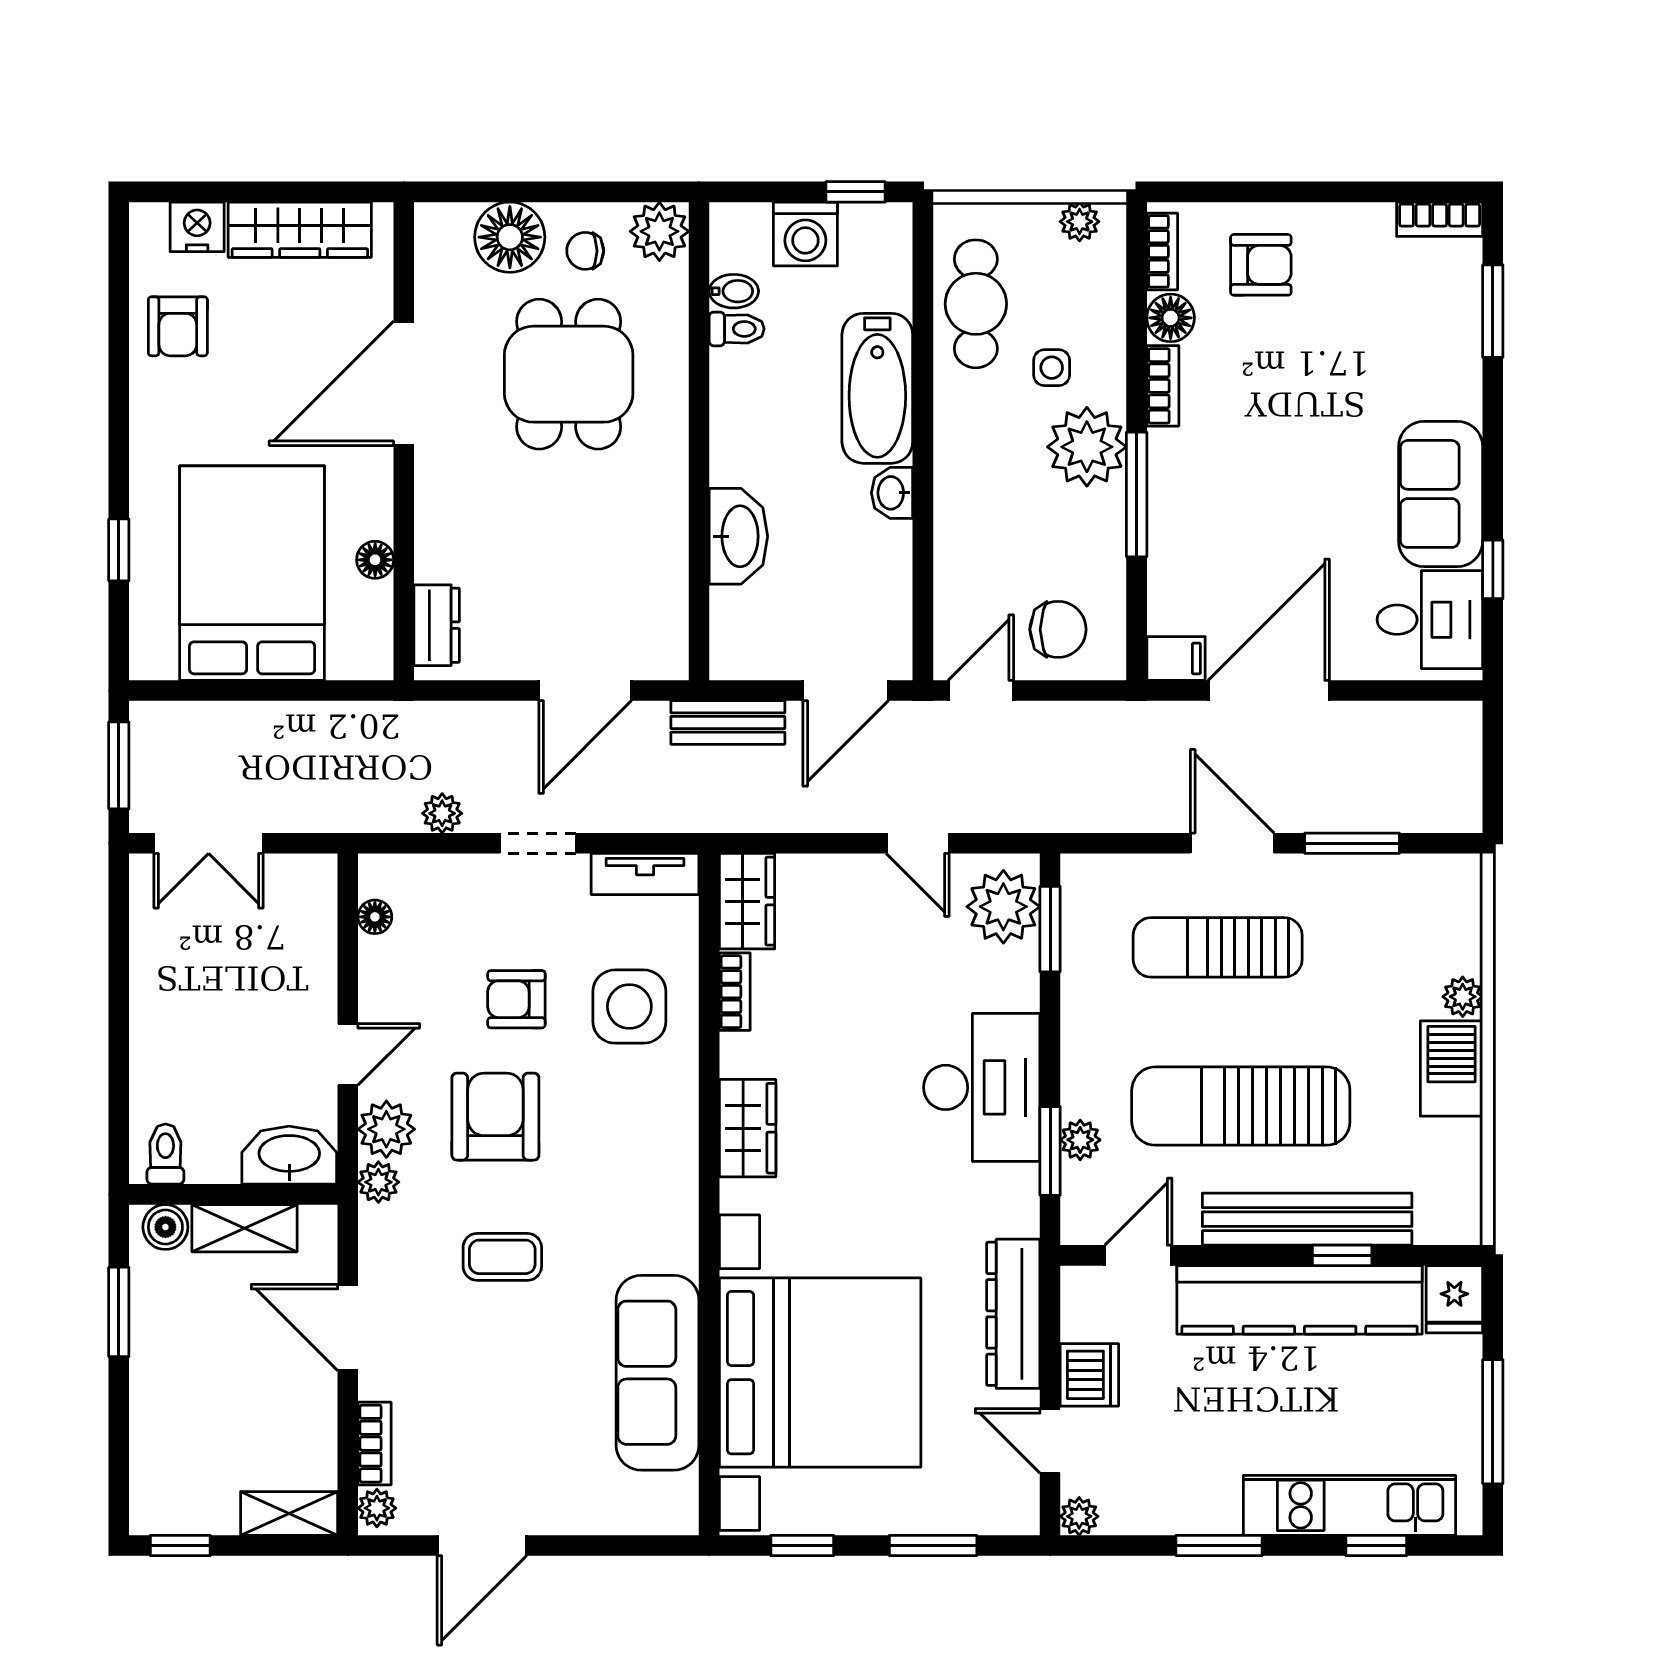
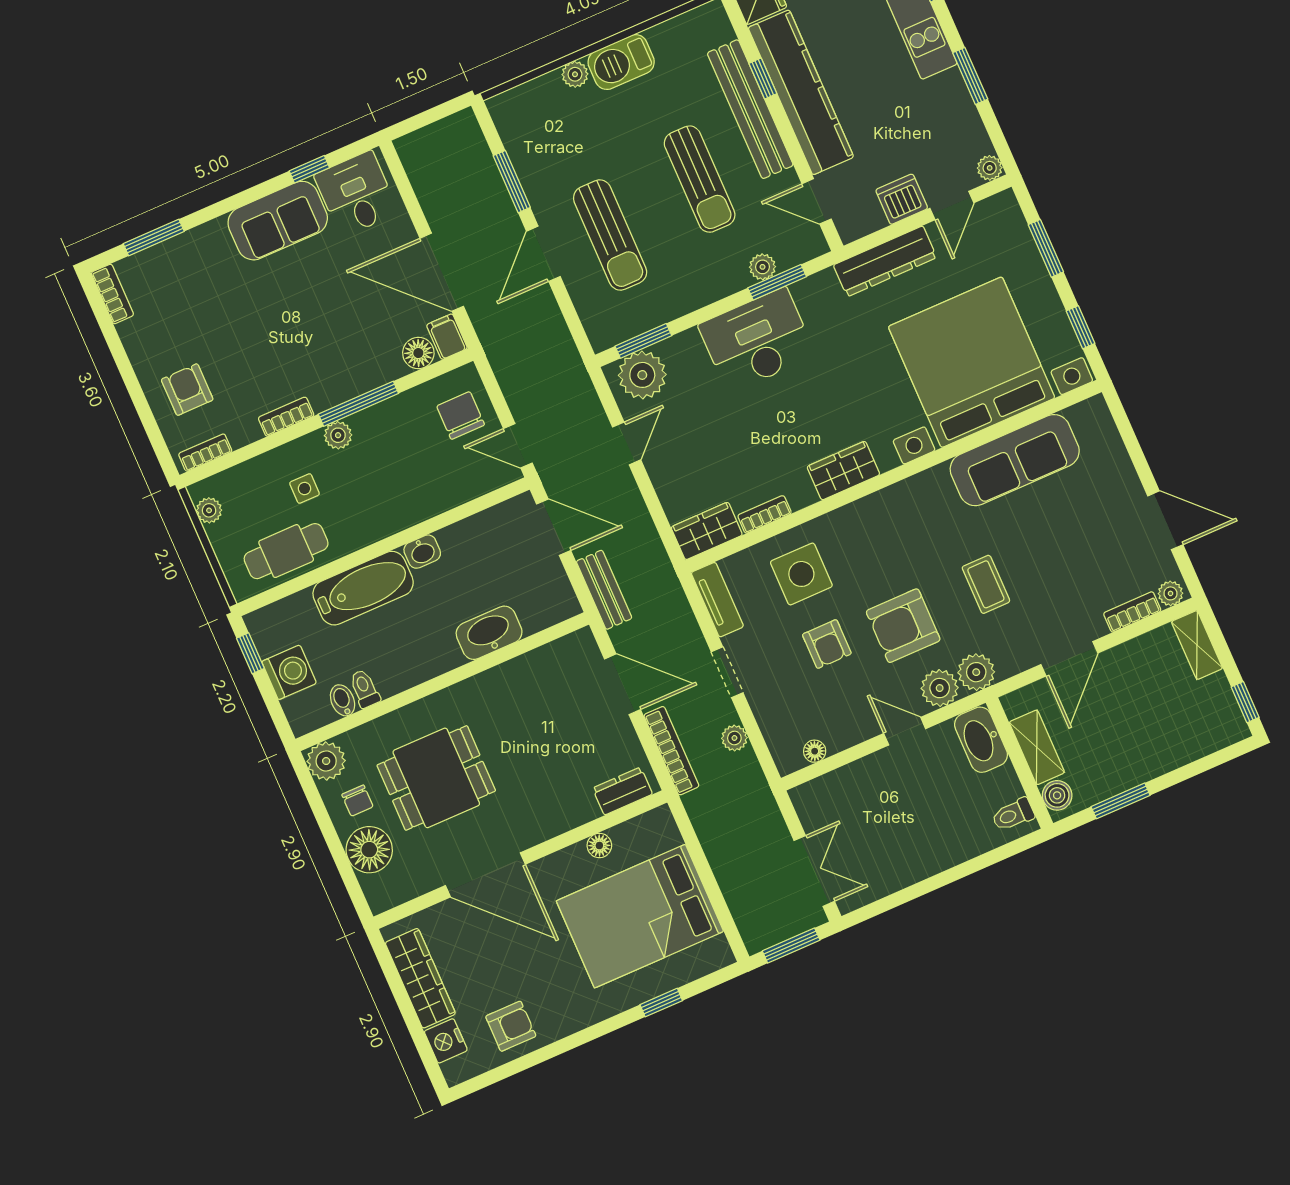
floor lamp: (1171, 318) -> (418, 353), moved
plant: (1087, 447) -> (338, 435), width x0.53, depth x0.53
bookcase: (463, 718) -> (671, 751), added
sun lounger: (1241, 1106) -> (700, 179), width x0.73, depth x0.75
plant: (378, 1182) -> (976, 672), width x1.38, depth x1.38

